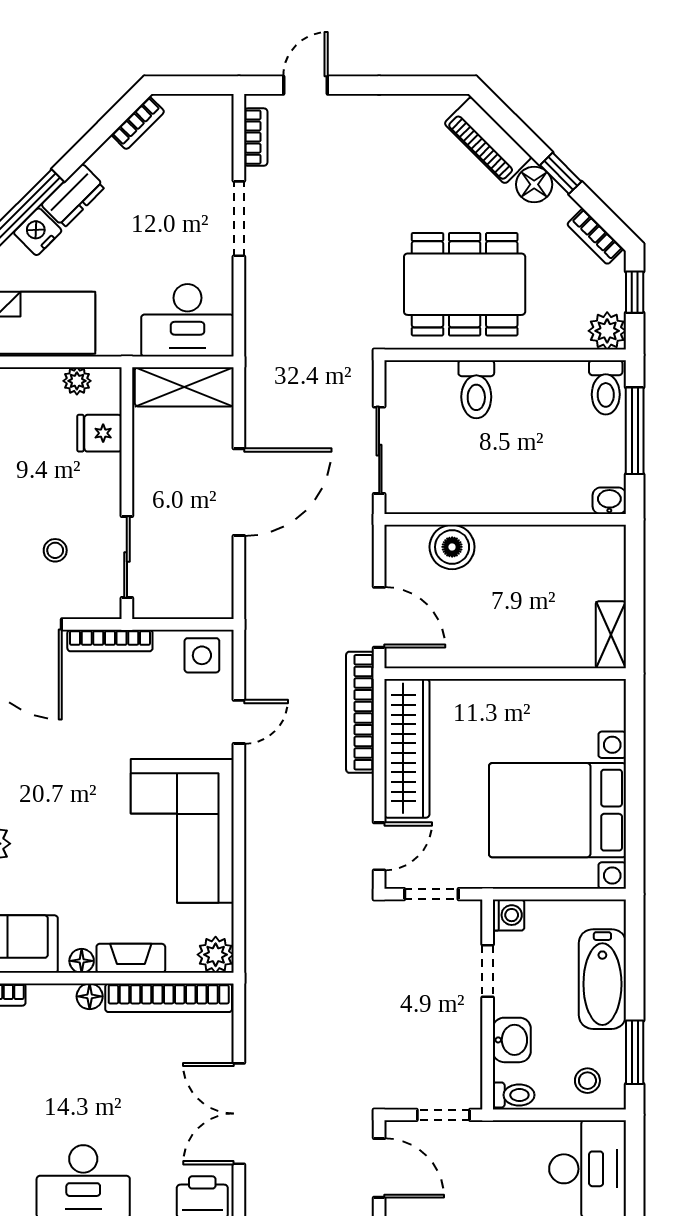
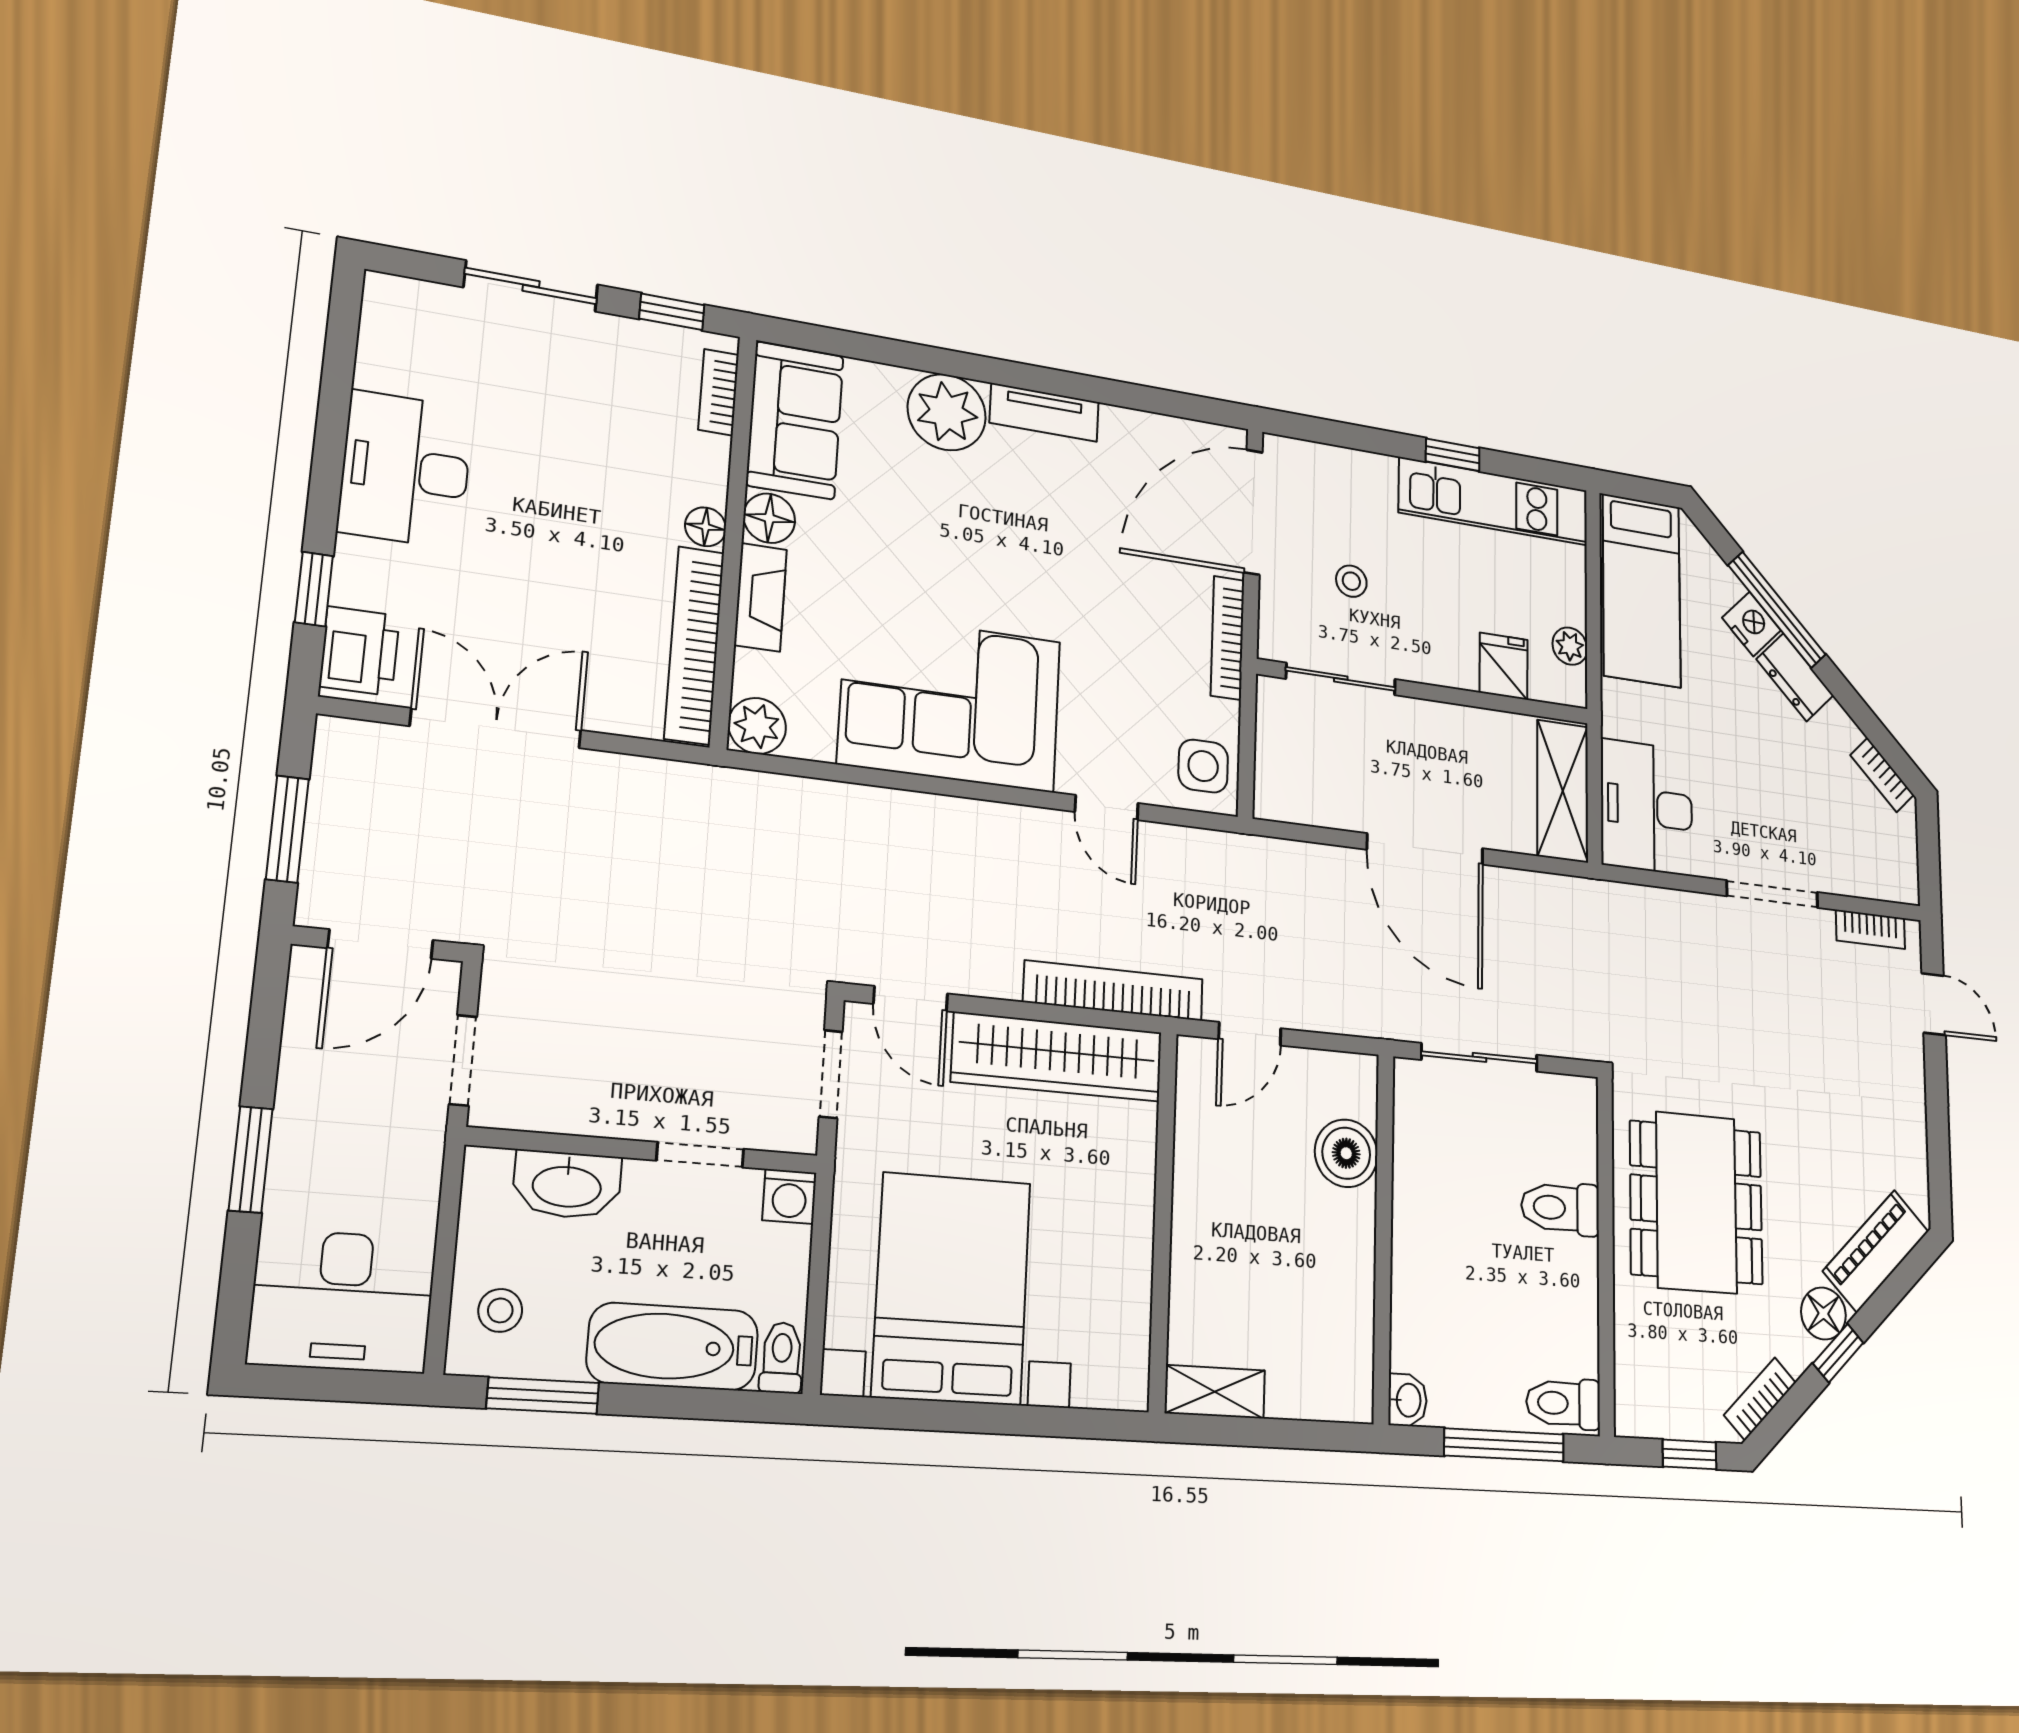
plant: (607, 331) -> (1638, 1410), removed
door: (379, 617) -> (1250, 1034), width x0.73
floor lamp: (82, 961) -> (769, 518), width x1.37, depth x1.37
washbasin: (512, 1040) -> (567, 1185), width x1.38
toilet: (514, 1095) -> (782, 1358), moved, turned 180

